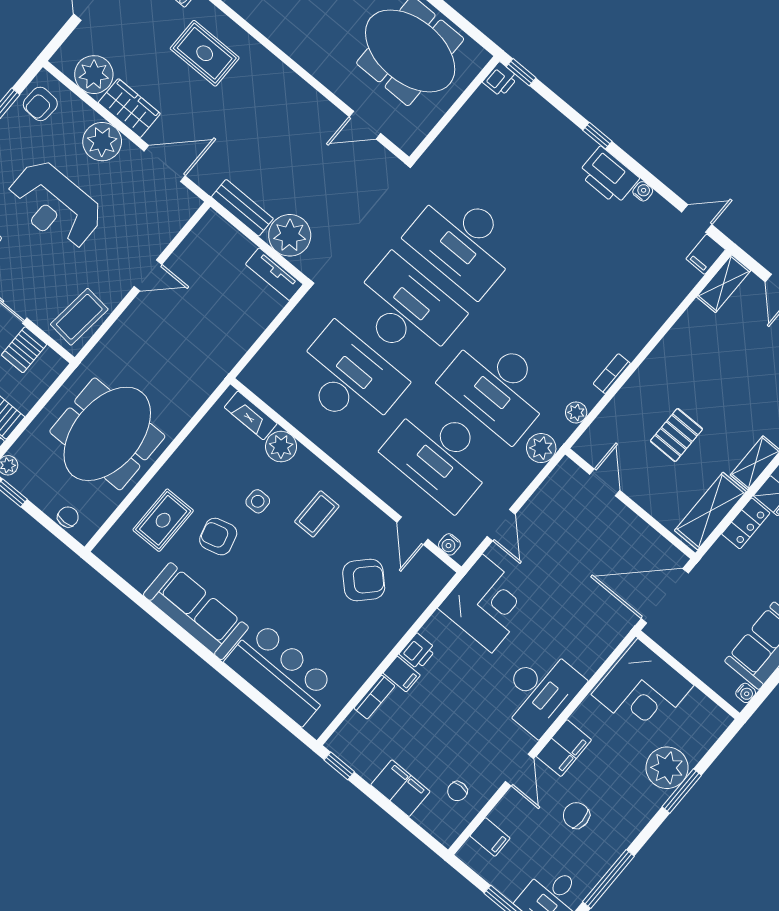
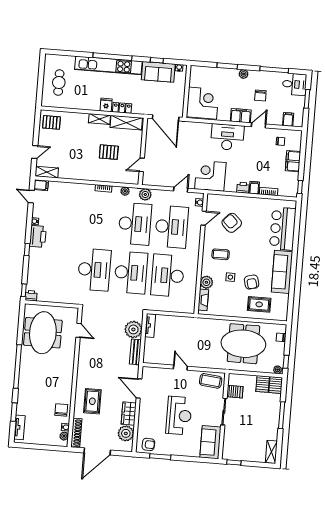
plant: (102, 142) -> (146, 415), removed
desk: (406, 310) -> (131, 273), turned 180
plant: (667, 768) -> (244, 74), moved, width x0.53, depth x0.53

